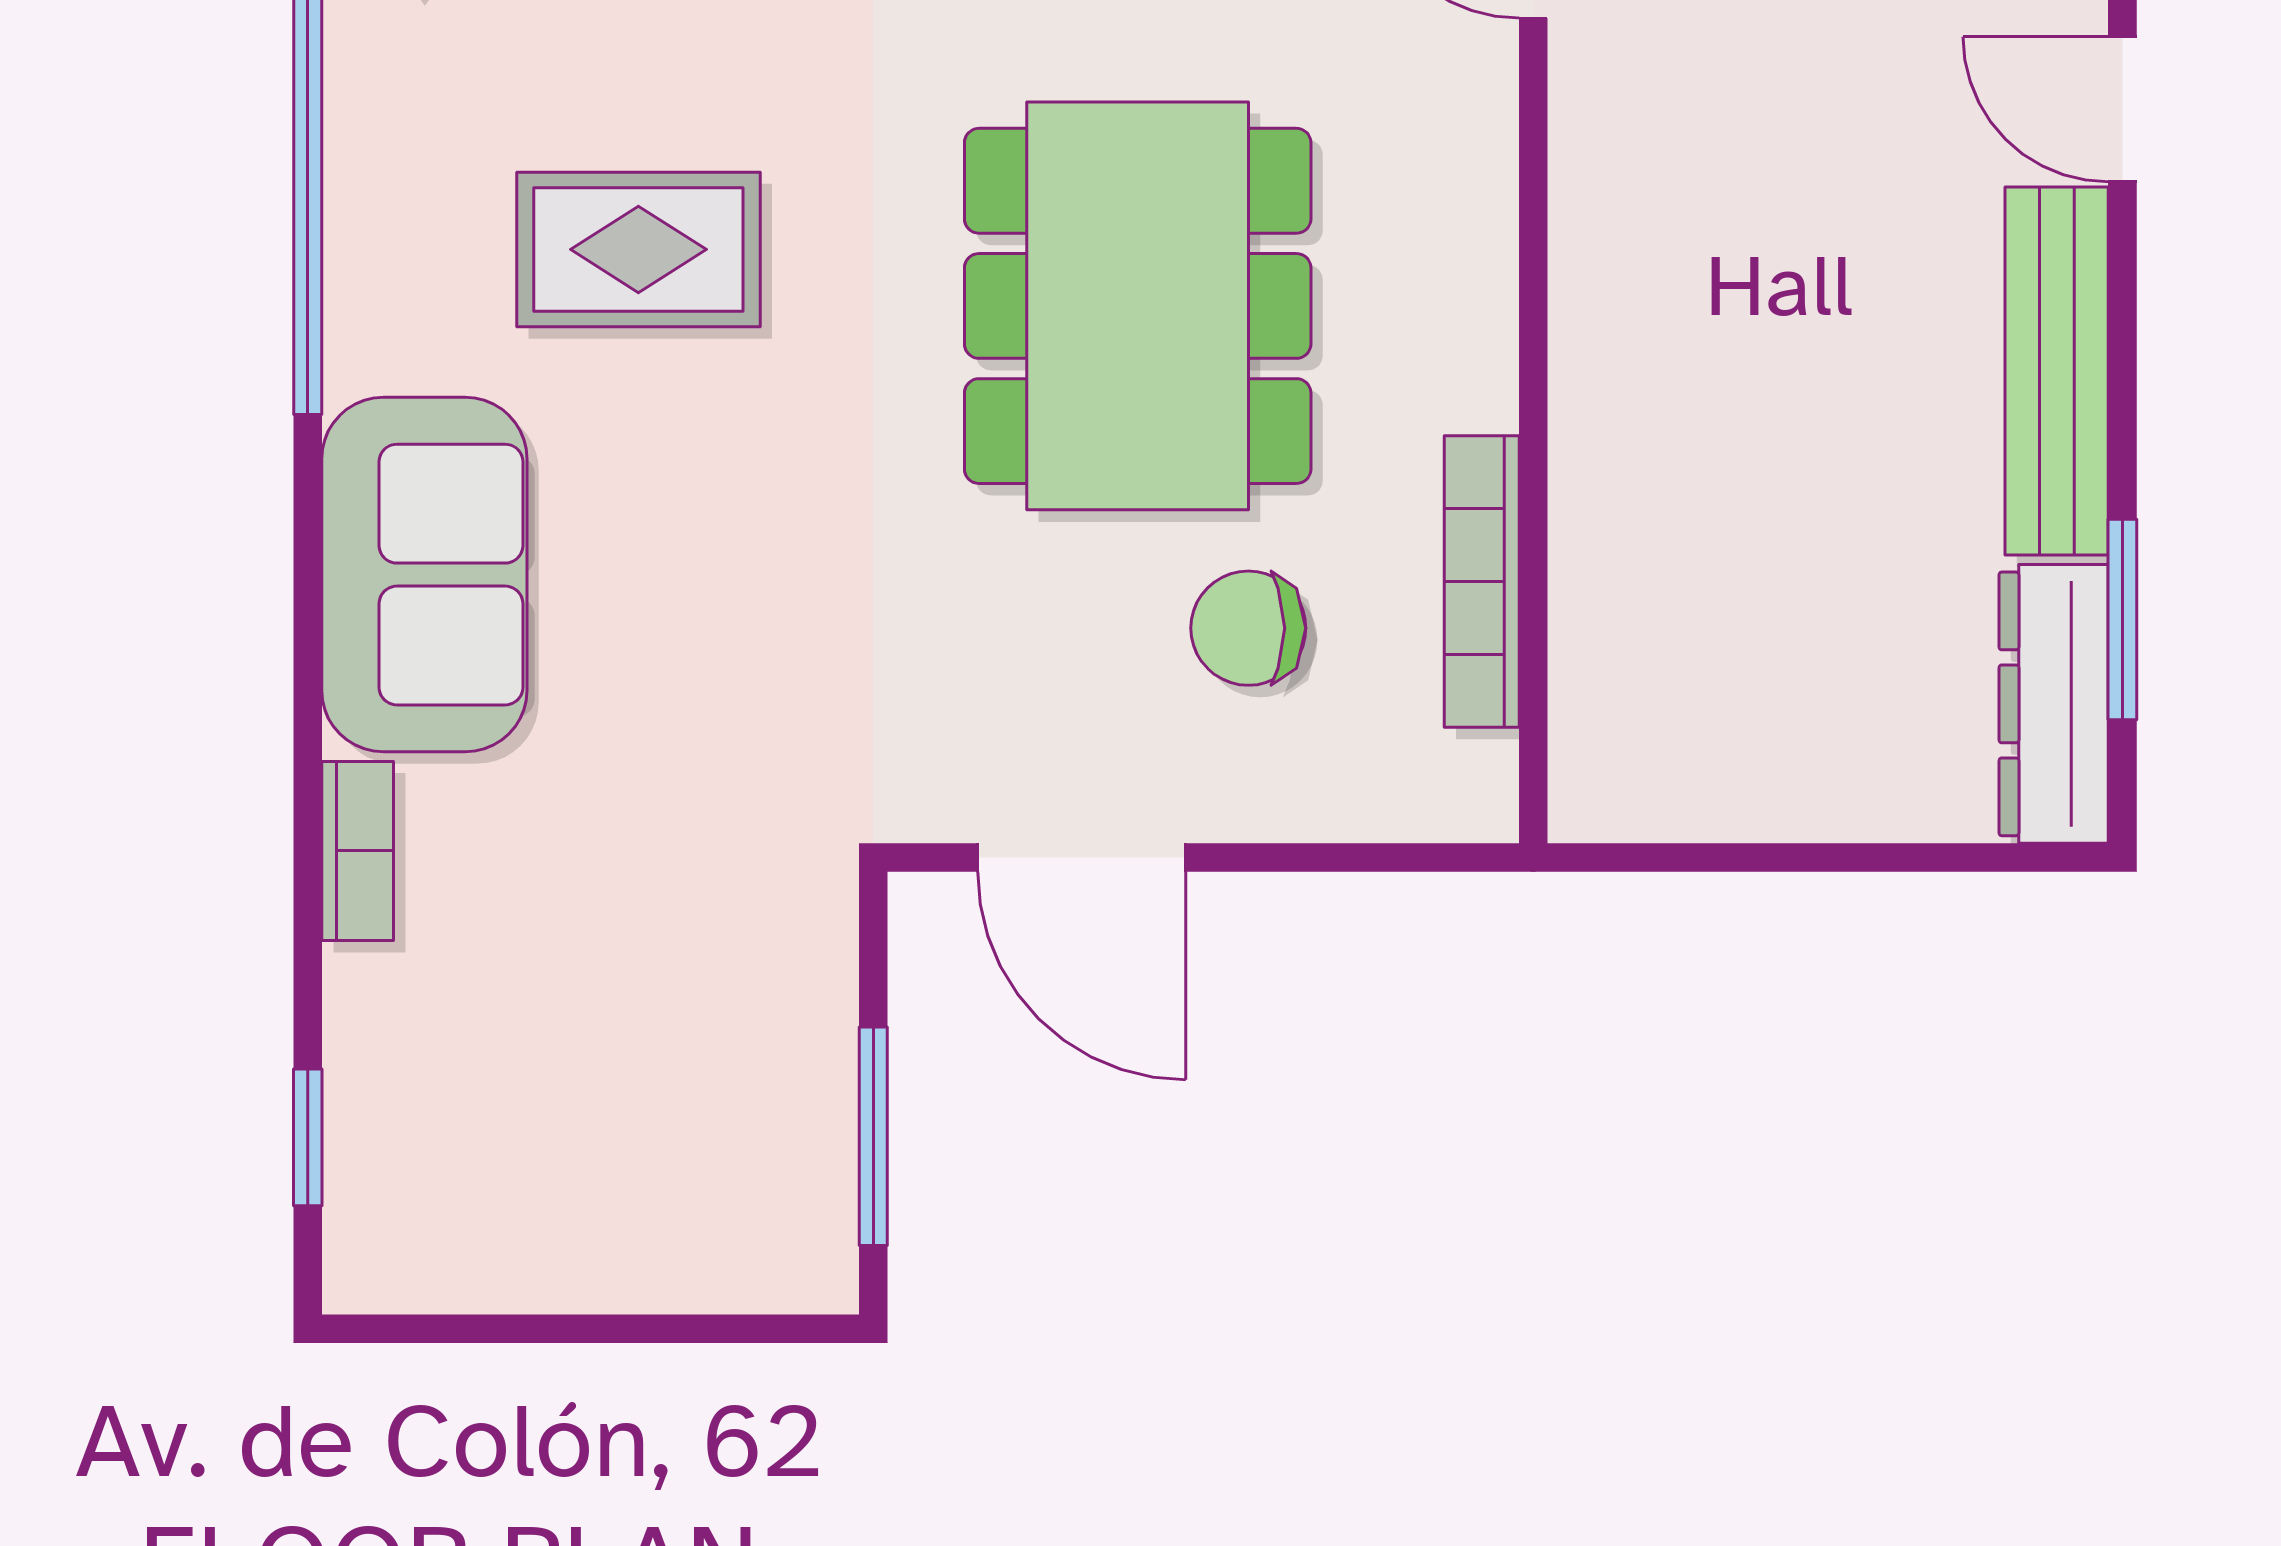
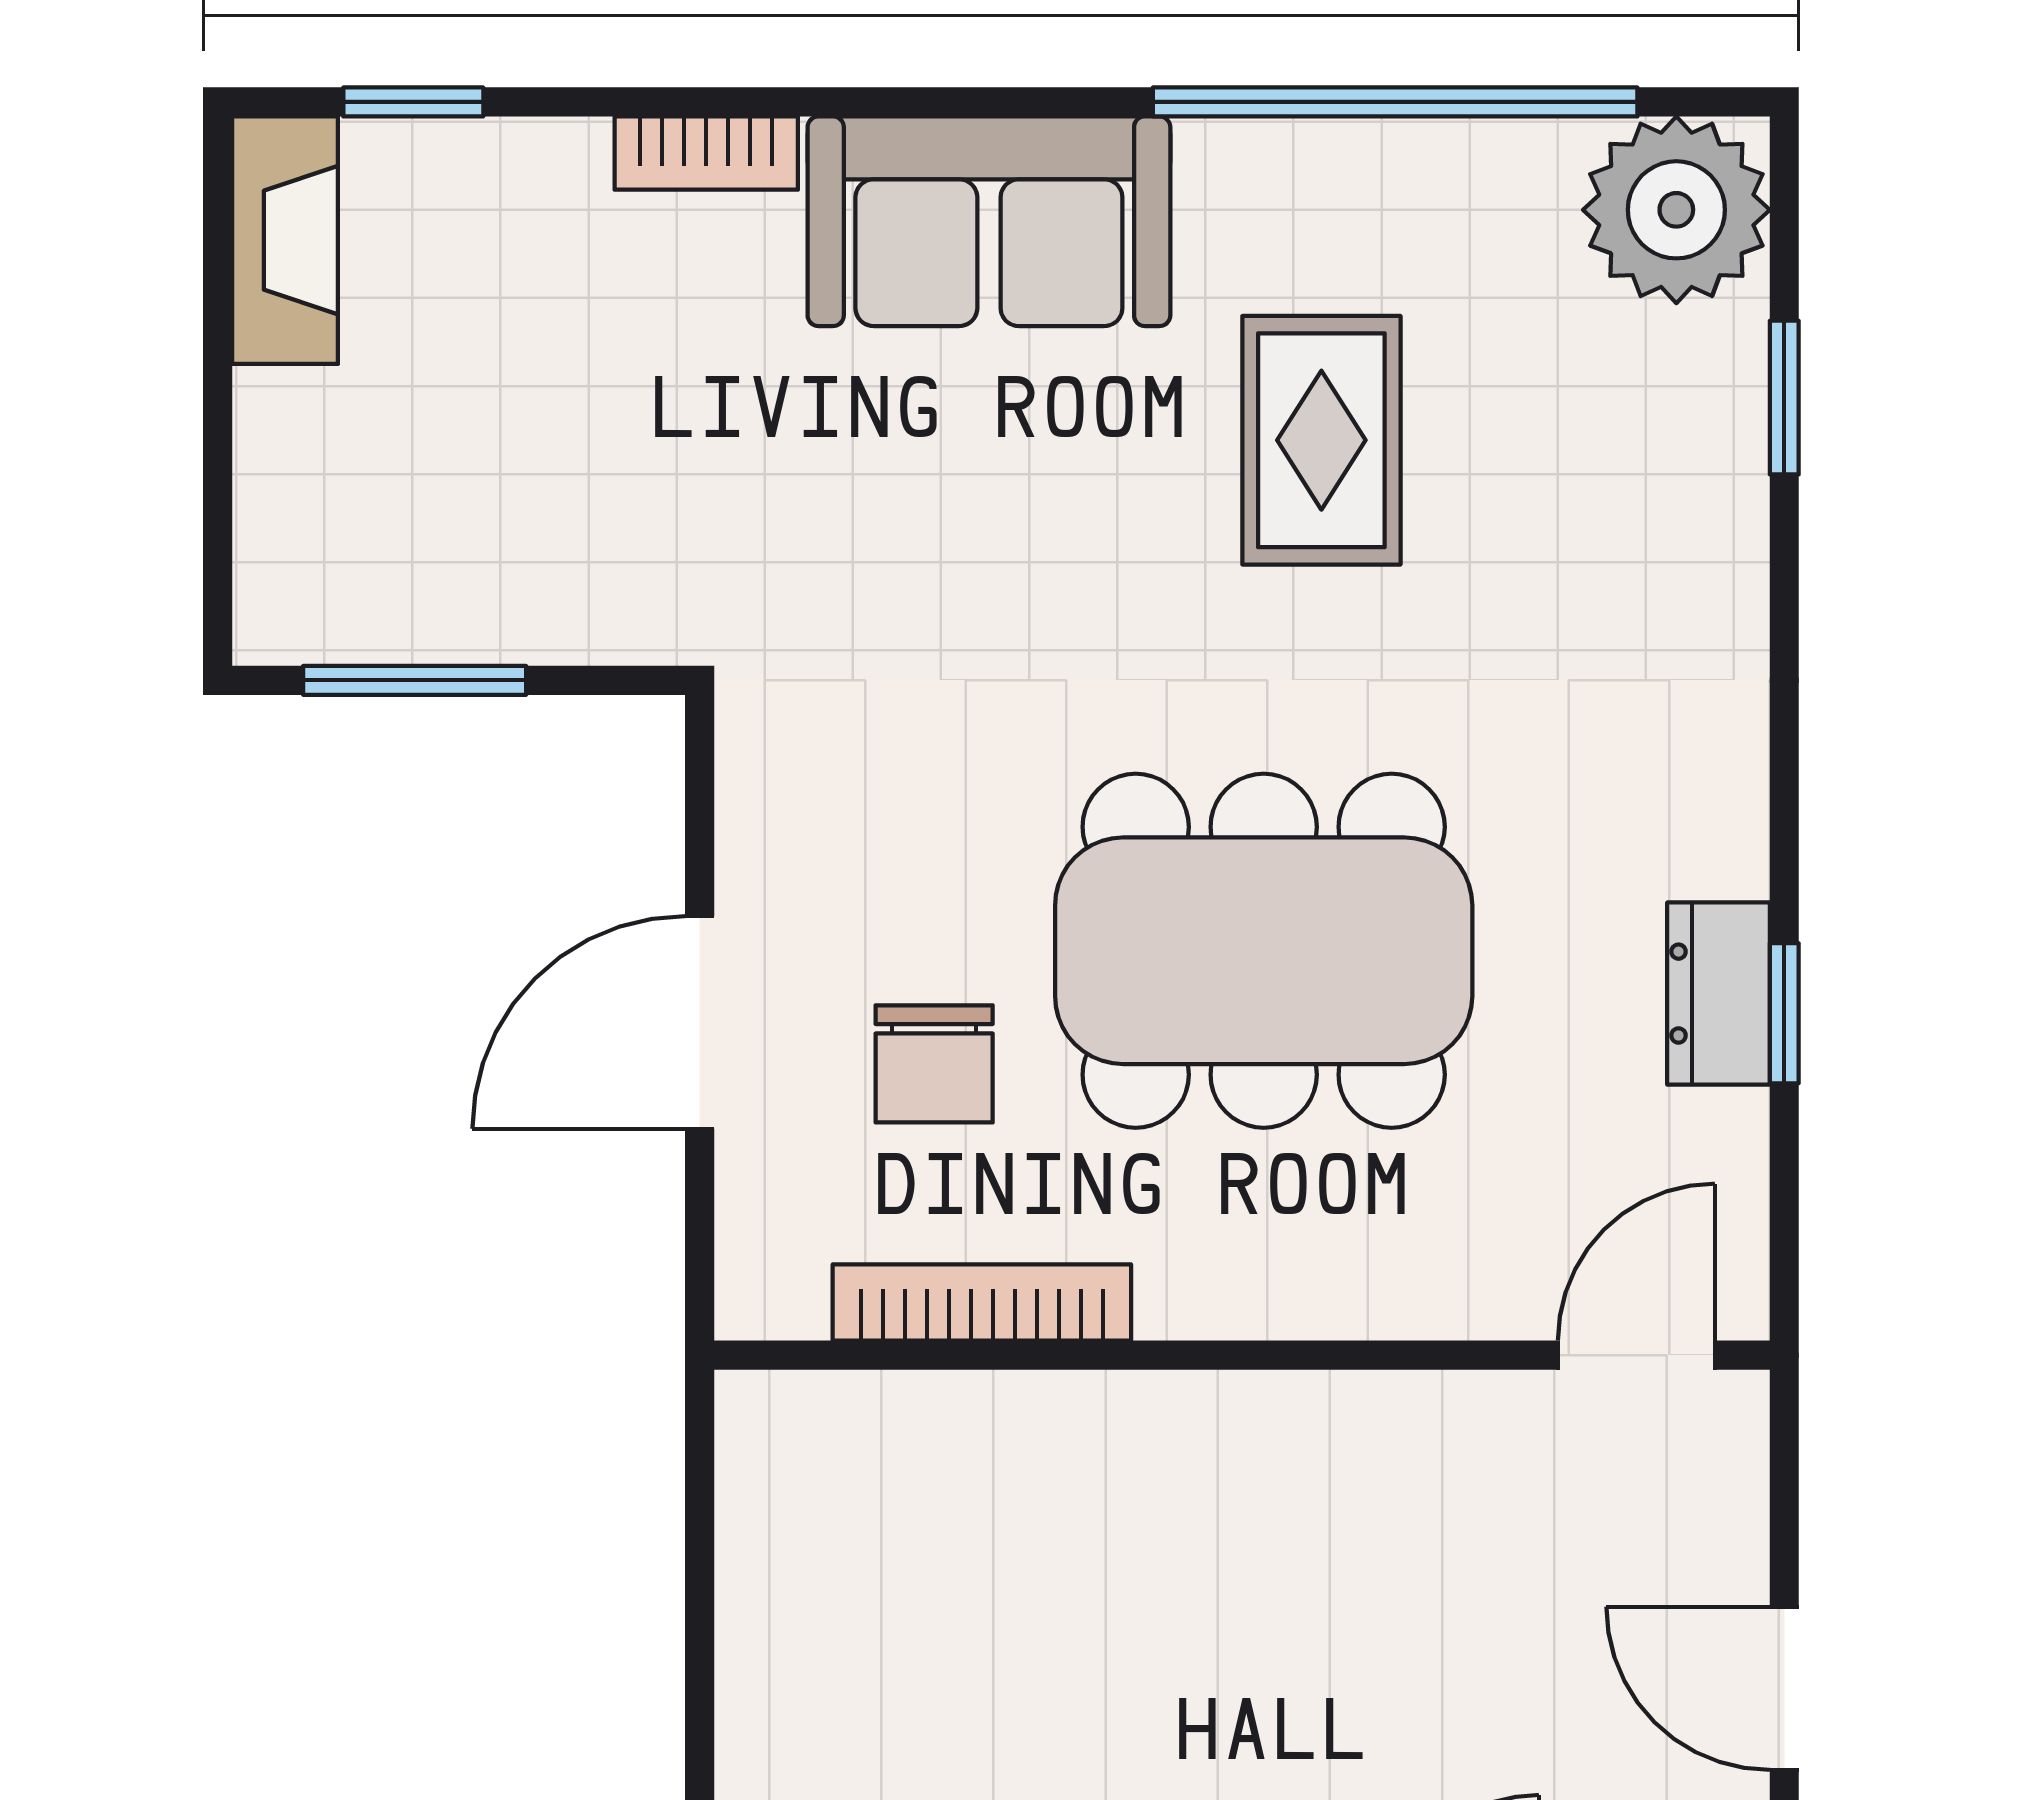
chair: (1248, 628) -> (934, 1064), turned 180
door: (1082, 857) -> (700, 1023), moved
fireplace: (443, 1263) -> (285, 240), added

